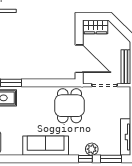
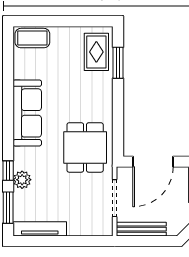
dining table: (69, 106) -> (85, 147), turned 90

